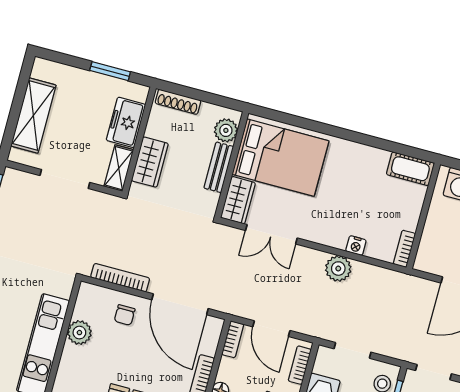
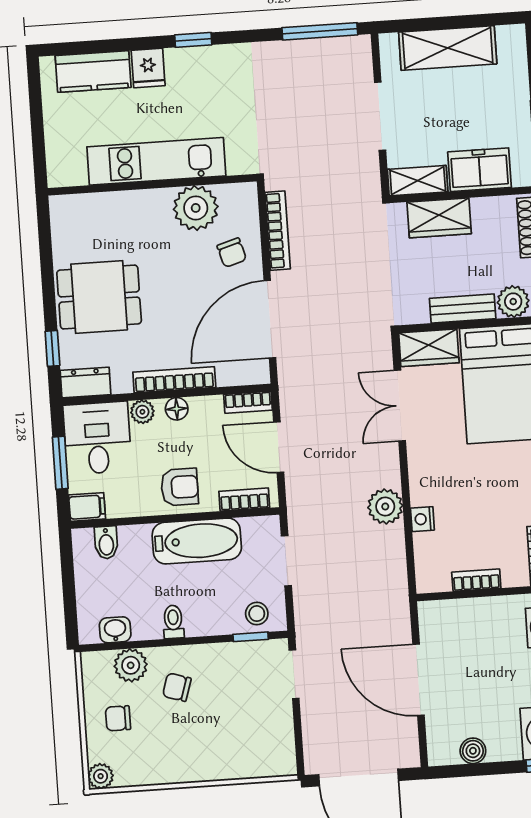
bookcase: (404, 249) -> (476, 580), moved
chair: (125, 315) -> (232, 253), turned -106
door: (271, 329) -> (279, 447), hinge flipped
plant: (79, 333) -> (196, 208), width x1.36, depth x1.36

